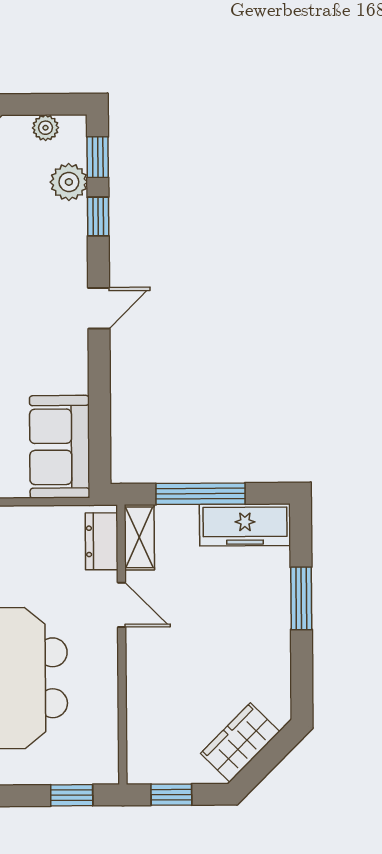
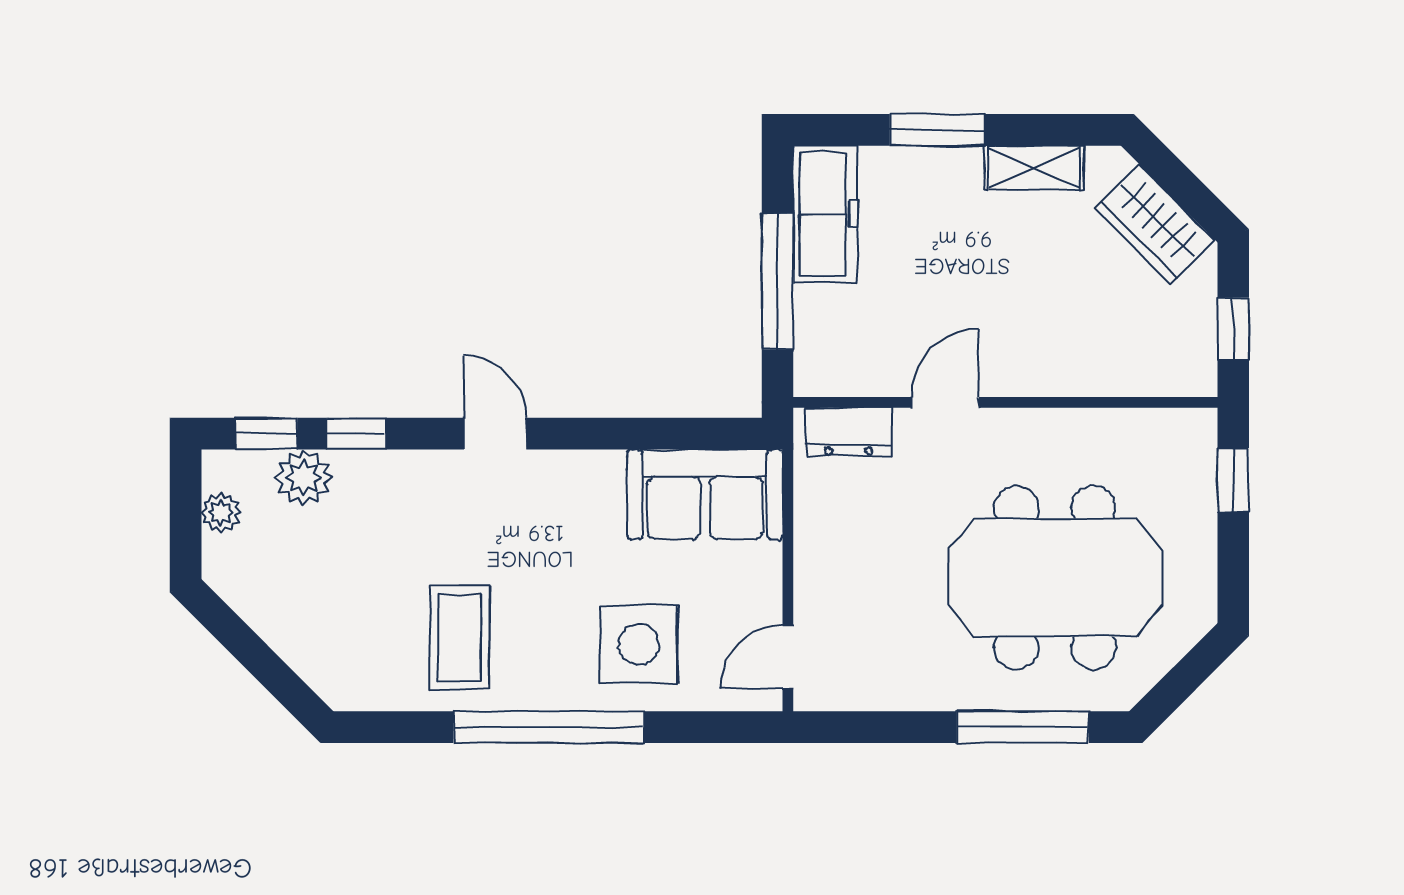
shelving: (139, 537) -> (1034, 168), moved

